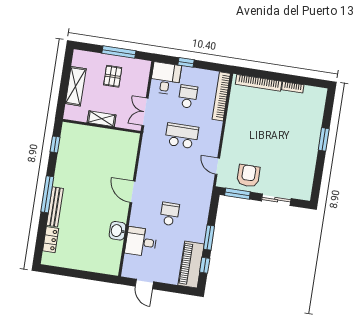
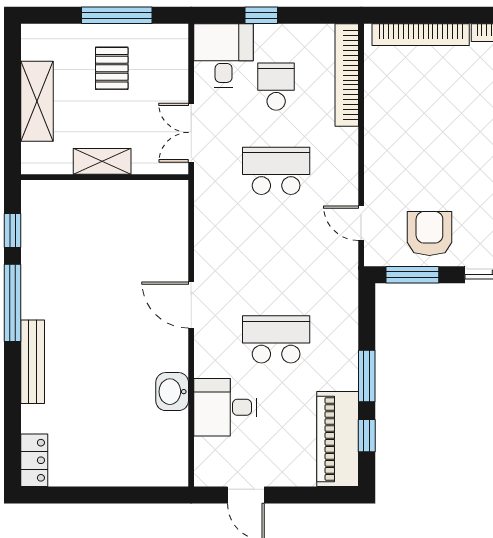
window: (47, 194) -> (13, 303), moved
school desk: (170, 214) -> (276, 339), width x1.85
locker: (51, 240) -> (34, 460), moved

